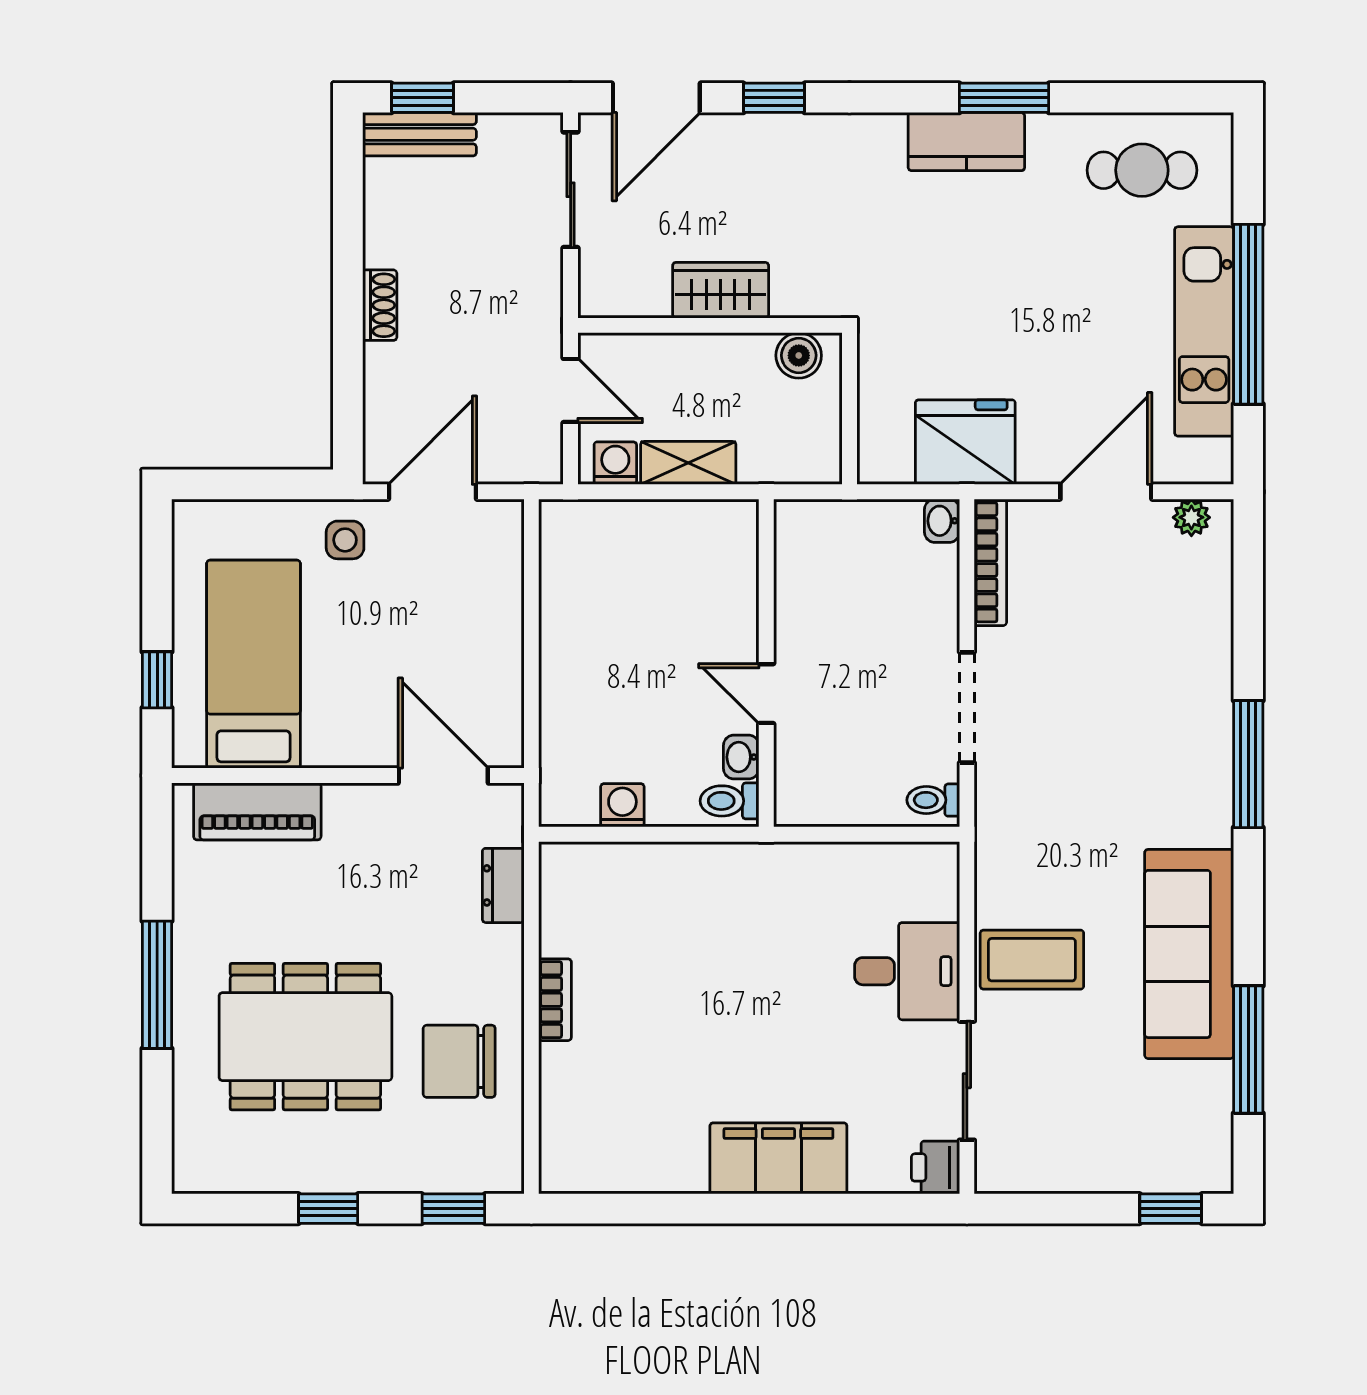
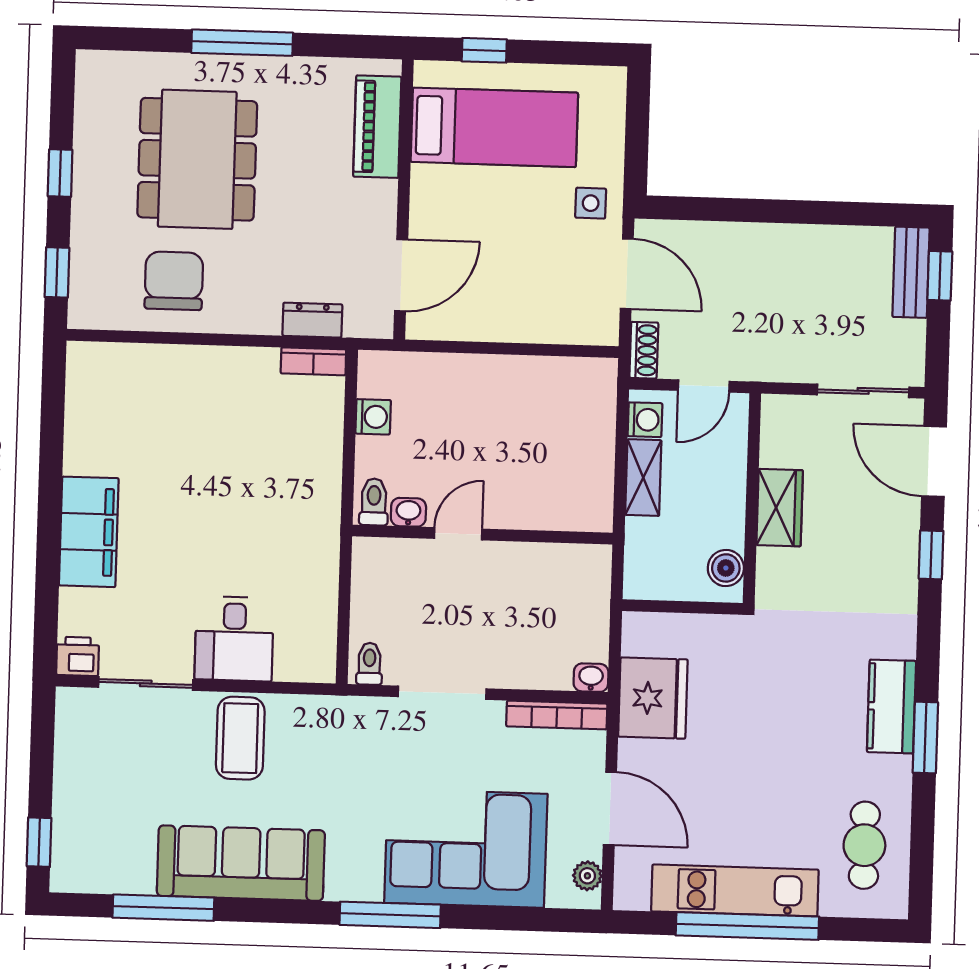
shoe rack: (380, 305) -> (644, 350), moved, turned -90
corner sofa: (1162, 671) -> (466, 848), added
bookcase: (555, 1000) -> (313, 361), moved

